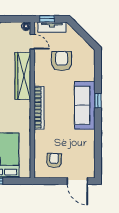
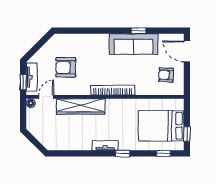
window: (98, 101) -> (138, 31), moved
sofa: (85, 105) -> (133, 44), moved
door: (77, 181) -> (187, 51), swing flipped

